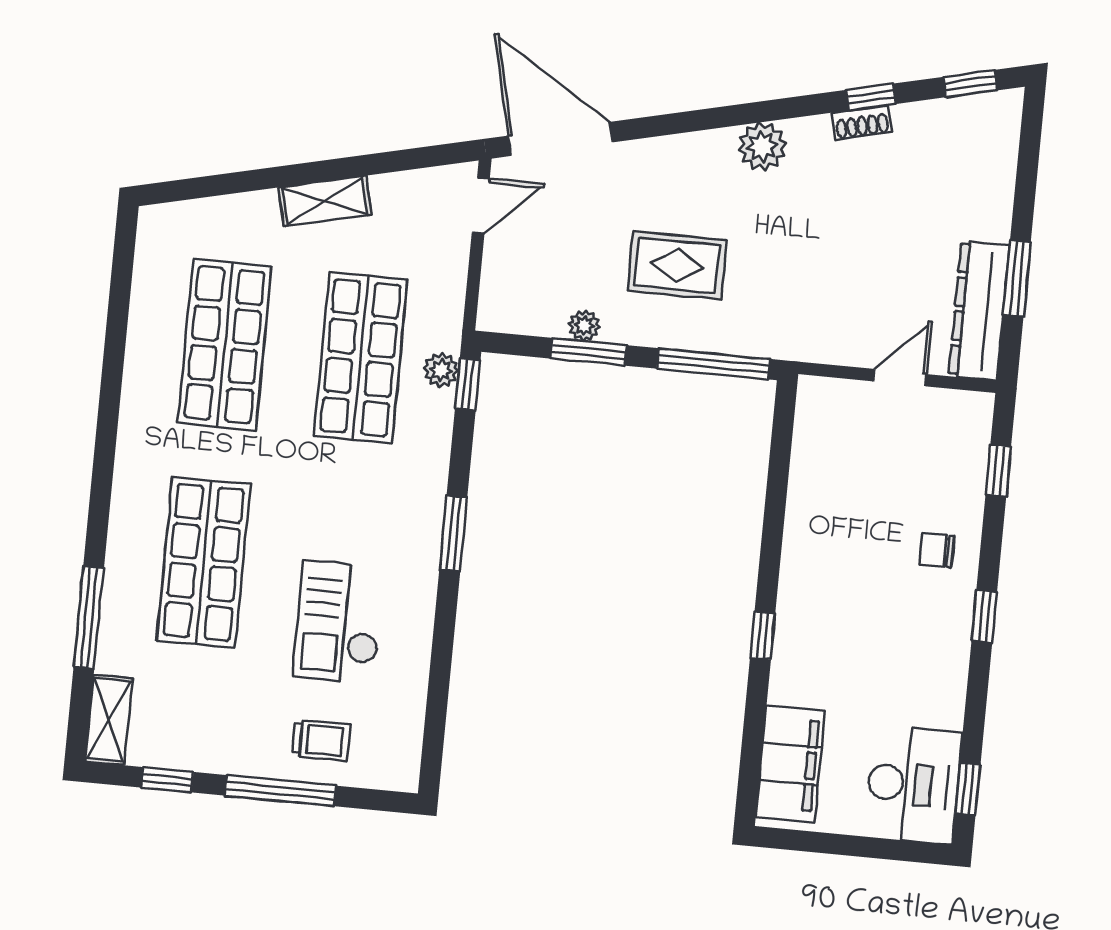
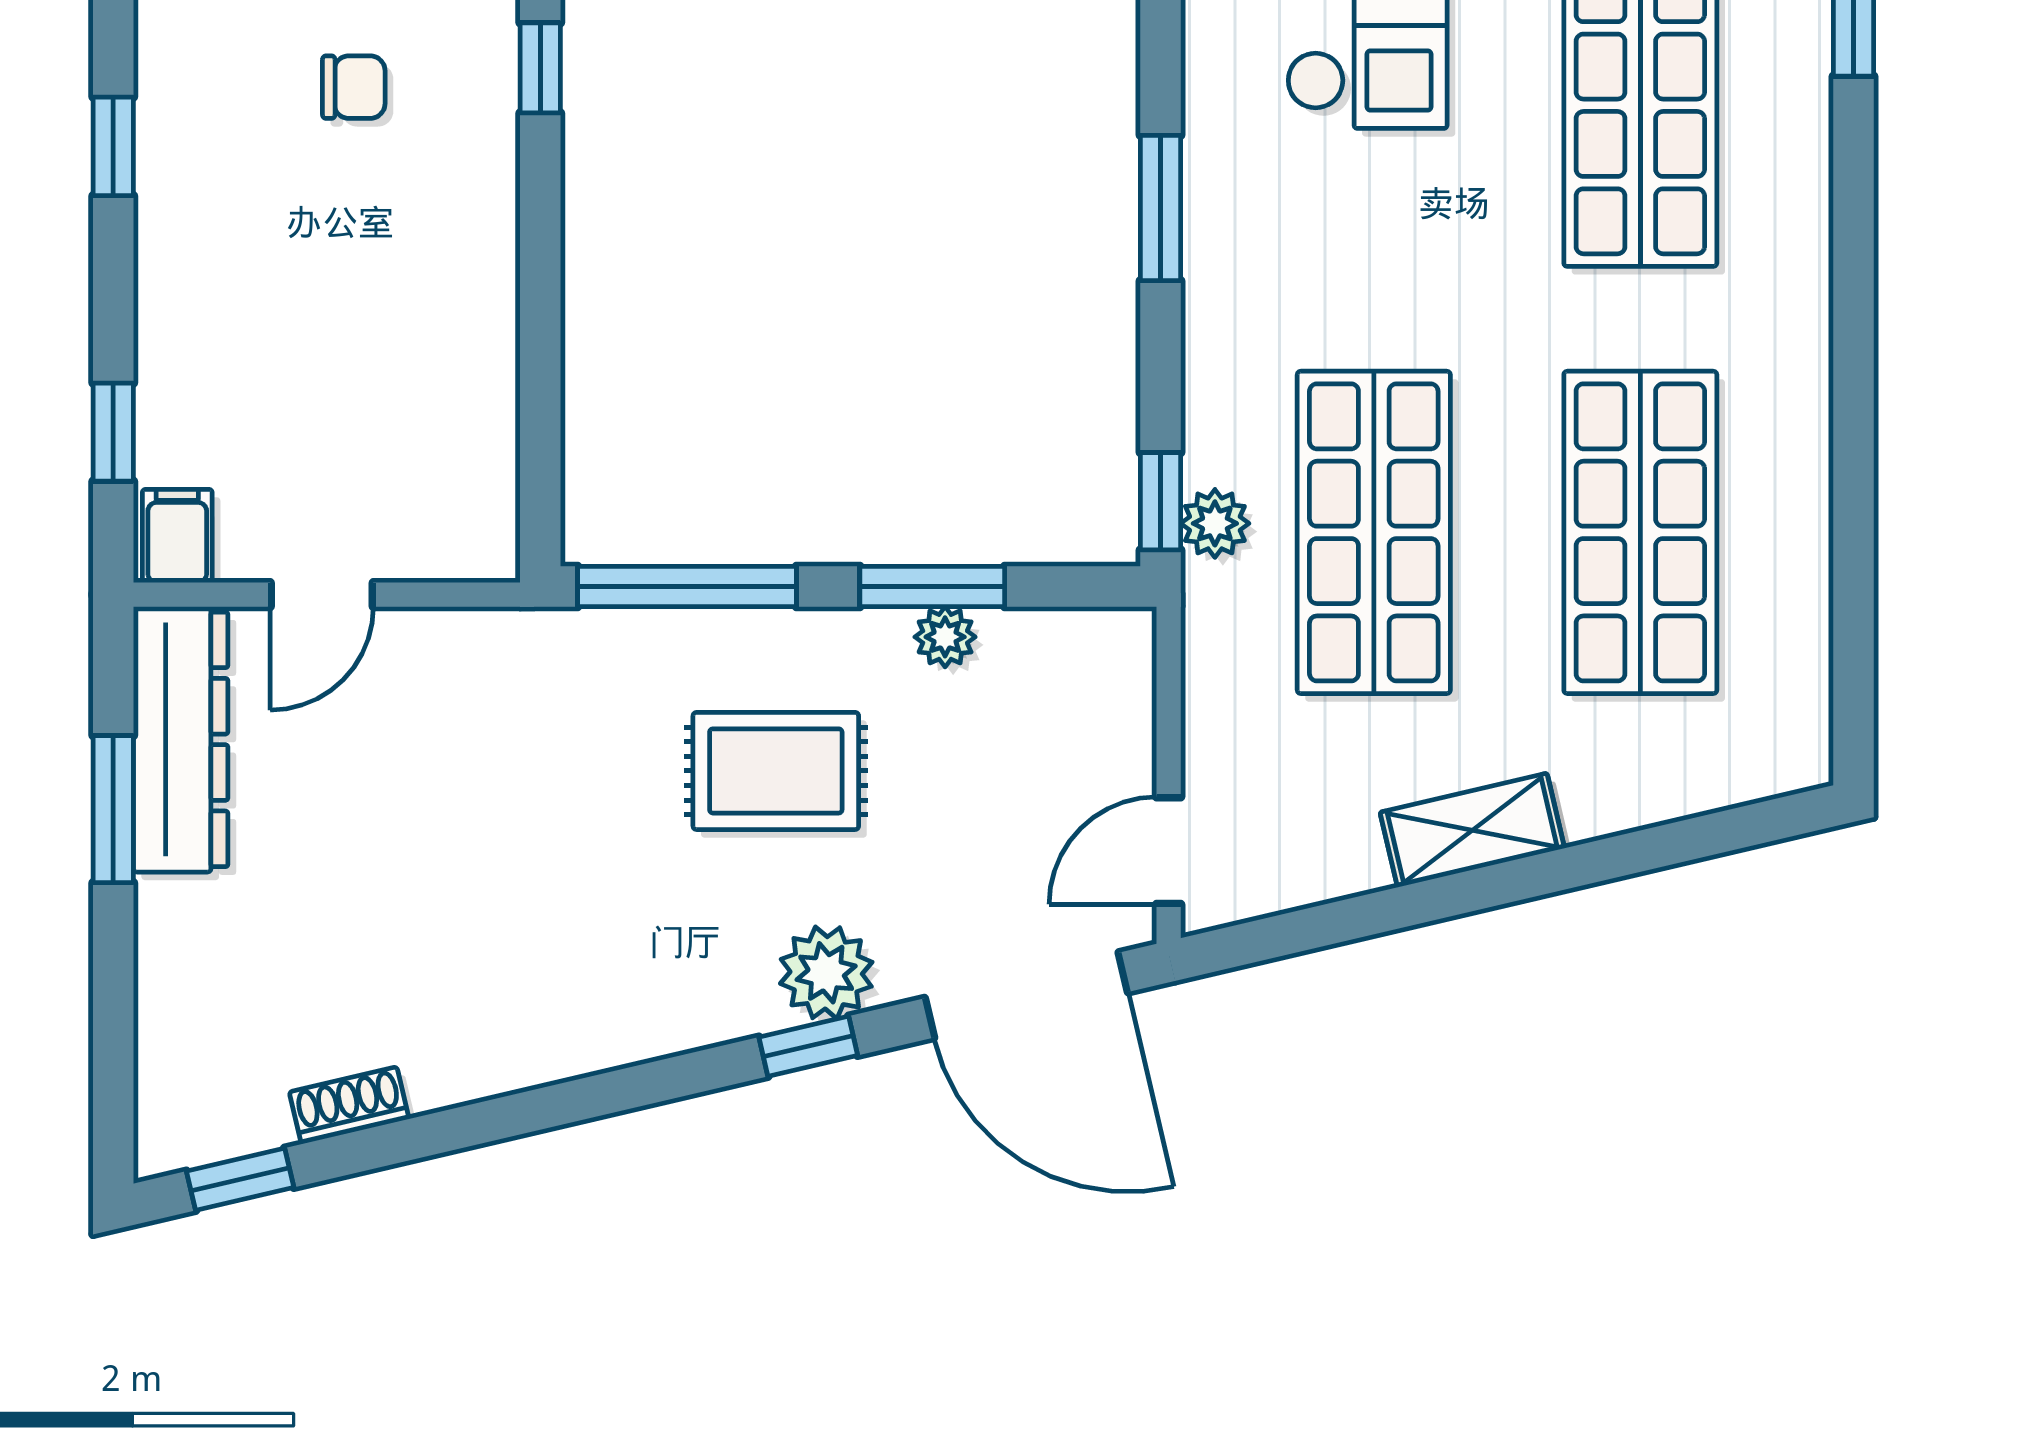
window: (871, 97) -> (808, 1046), moved
shoe rack: (862, 123) -> (349, 1105), moved
plant: (762, 146) -> (826, 973), moved
filing cabinet: (971, 415) -> (177, 536), added
chair: (937, 550) -> (354, 87), moved

